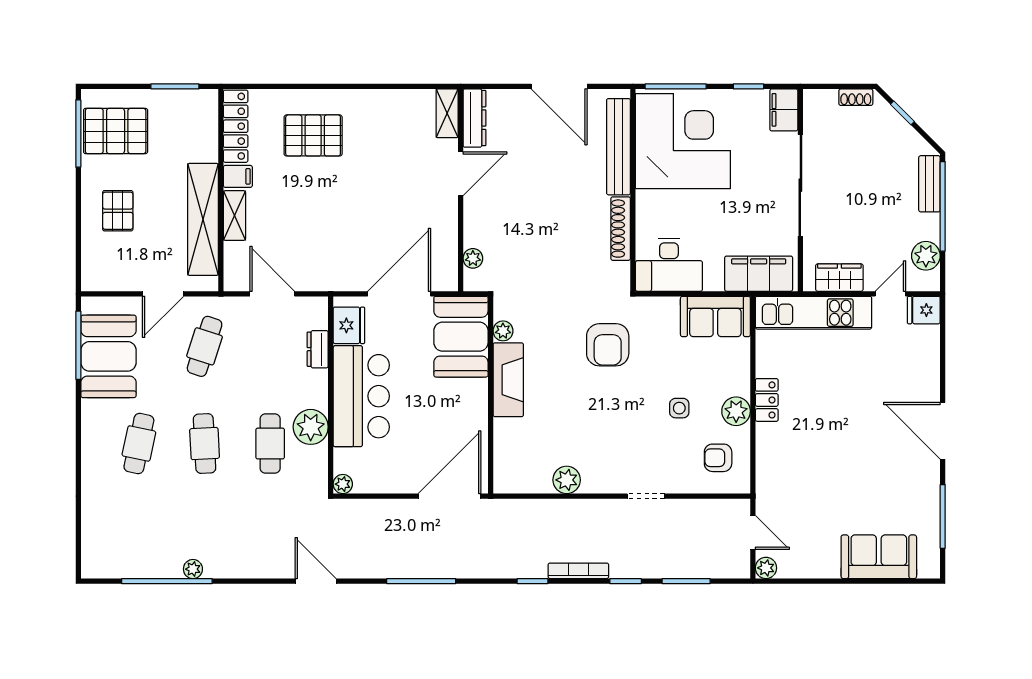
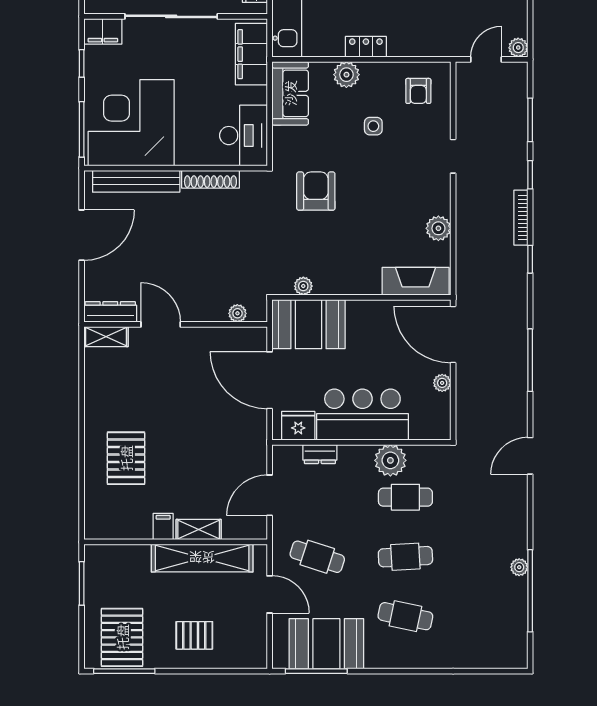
locker: (236, 126) -> (118, 529), removed
armchair: (608, 345) -> (316, 191), turned -90
fireplace: (508, 380) -> (416, 281), moved
plant: (736, 411) -> (346, 75), moved
plant: (343, 484) -> (442, 383), moved

